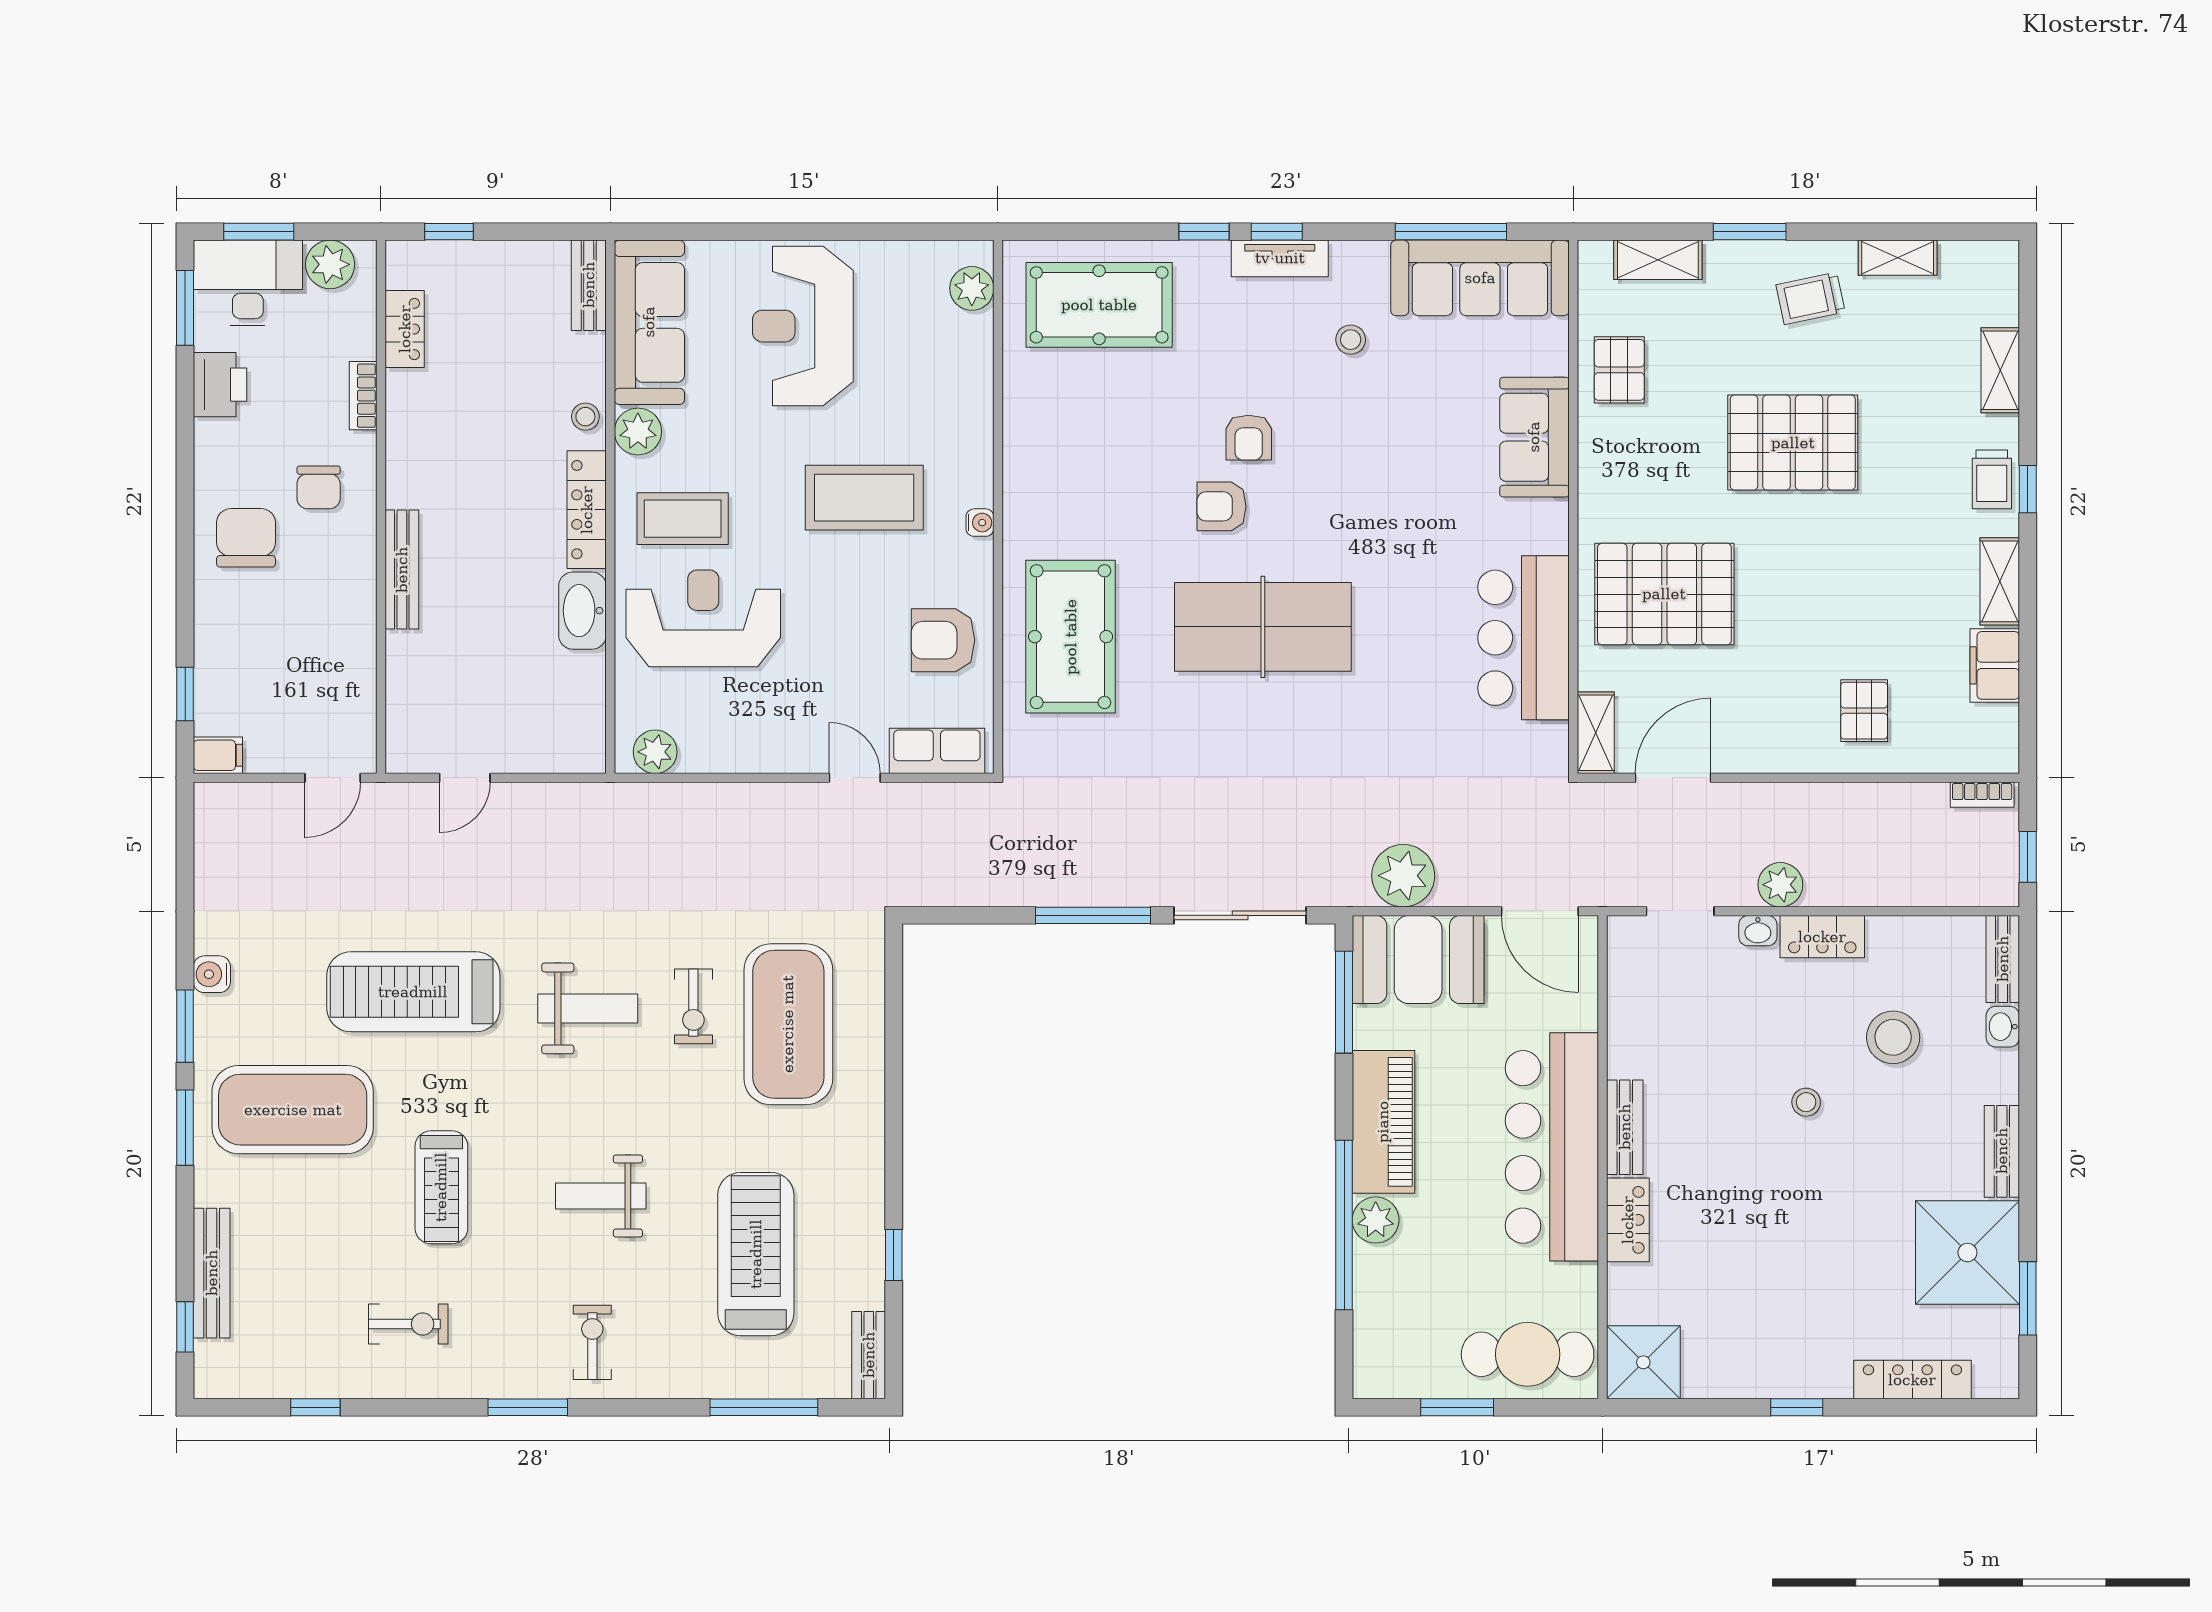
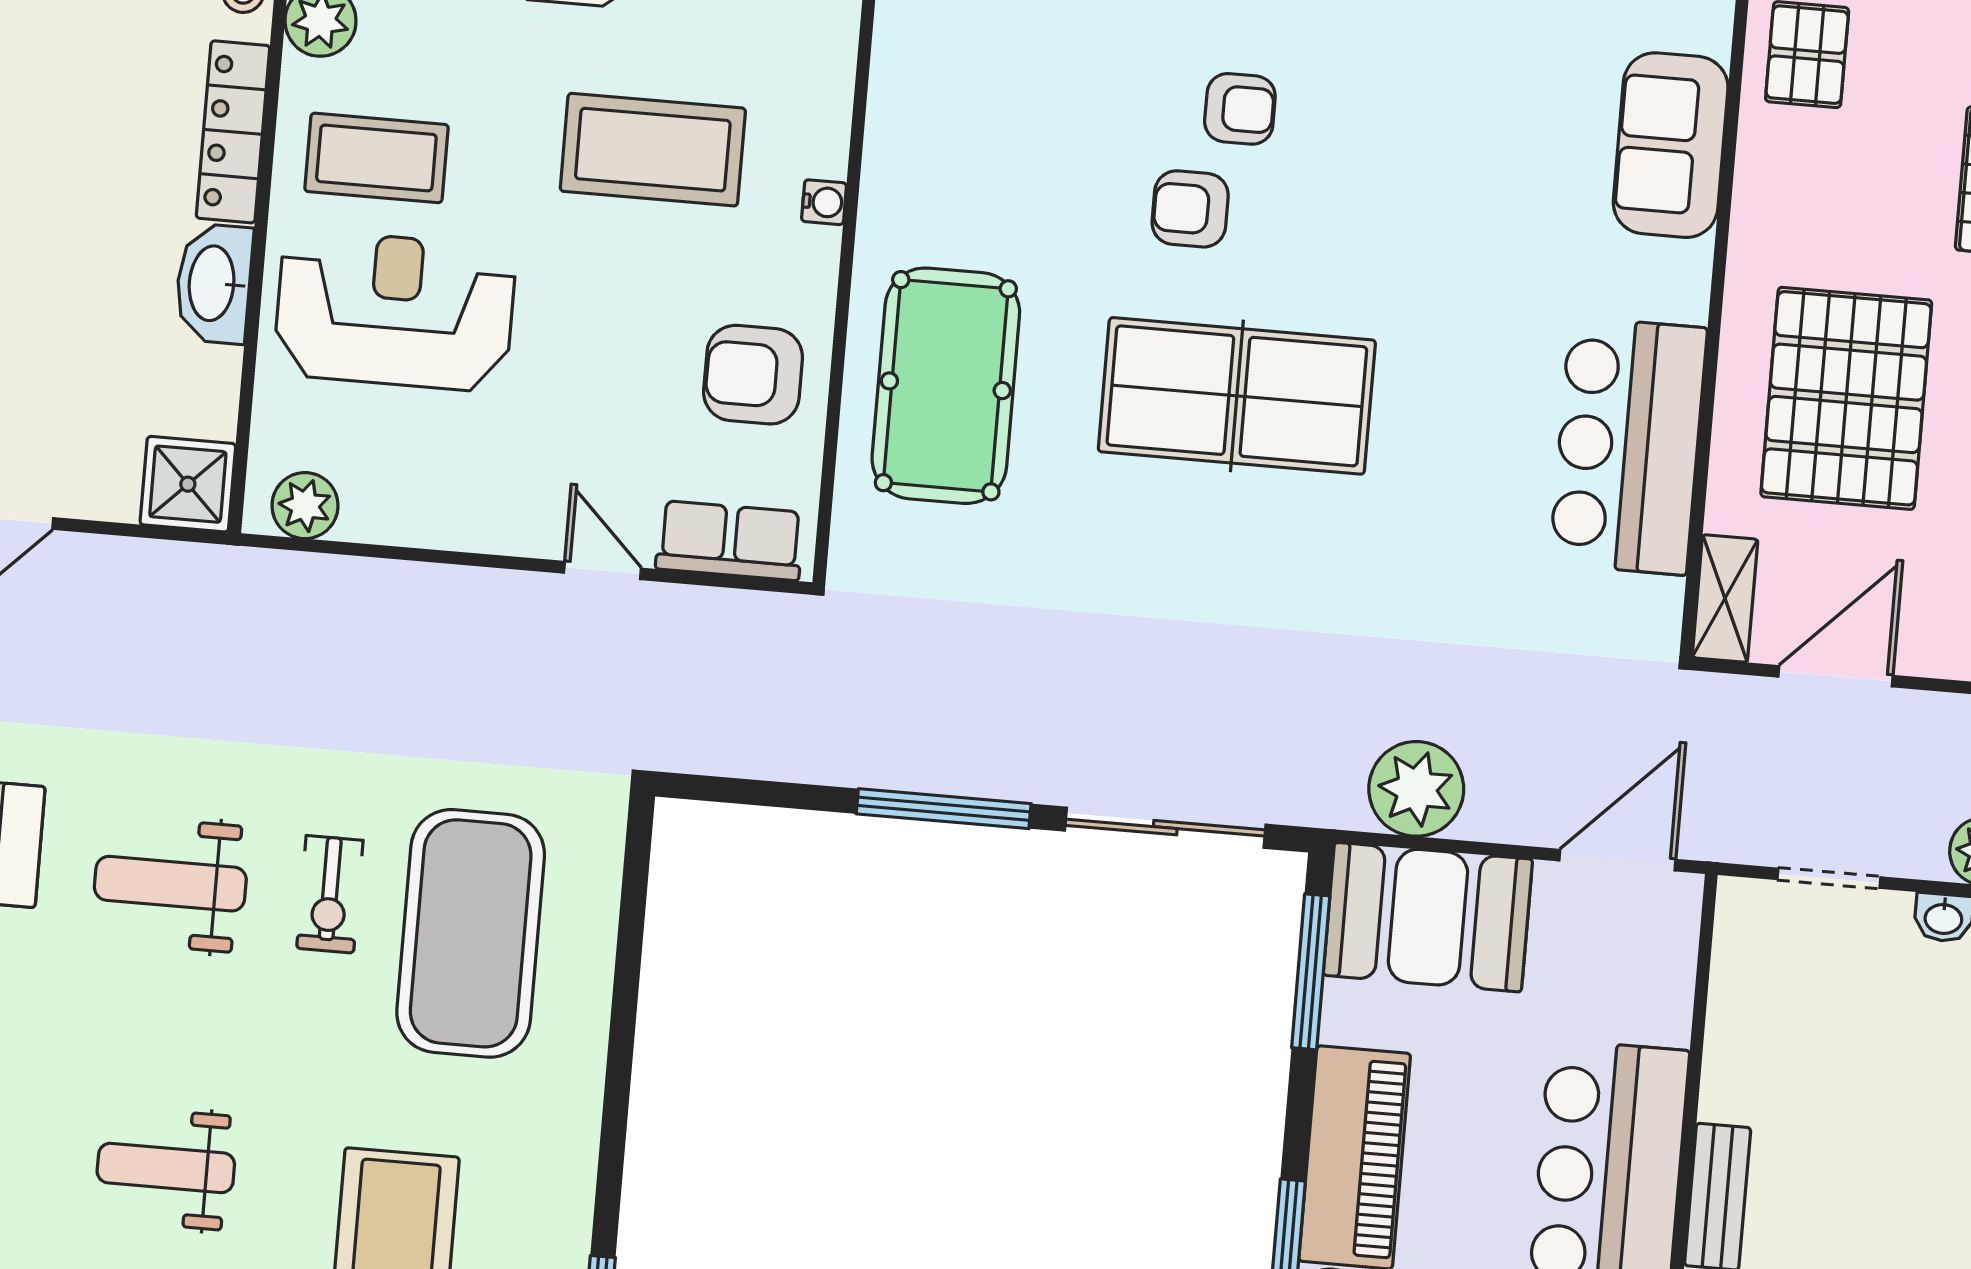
armchair: (1249, 438) -> (1240, 109), turned -90
pallet: (1664, 594) -> (1846, 398), turned 90
shower: (577, 744) -> (188, 484), added
door: (1540, 911) -> (1617, 860), swing flipped
weight bench: (588, 1008) -> (170, 884), turned 180

